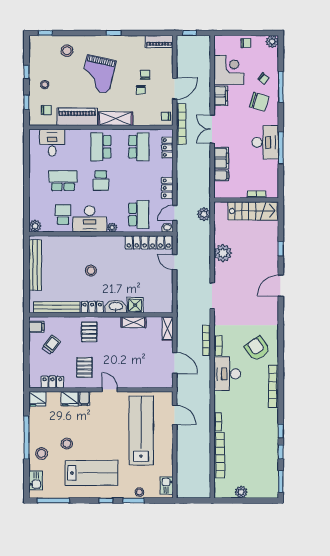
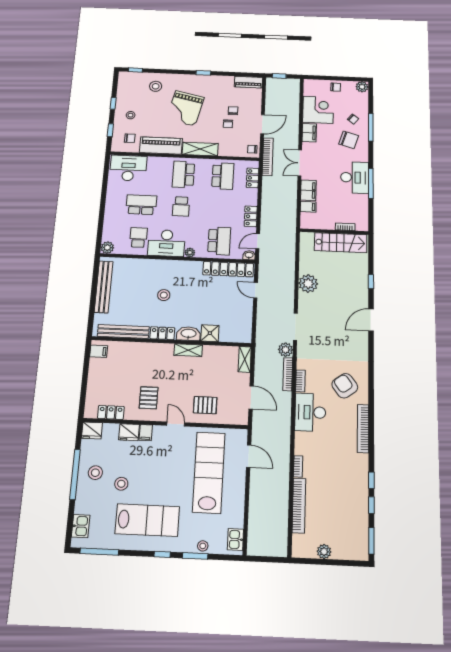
desk: (52, 143) -> (128, 168), width x1.37
plant: (204, 214) -> (286, 350), moved
shelving: (134, 322) -> (188, 350), moved
pallet: (89, 332) -> (205, 405), moved, turned 90
trolley: (51, 345) -> (113, 371), removed
stool: (42, 453) -> (95, 473), moved

